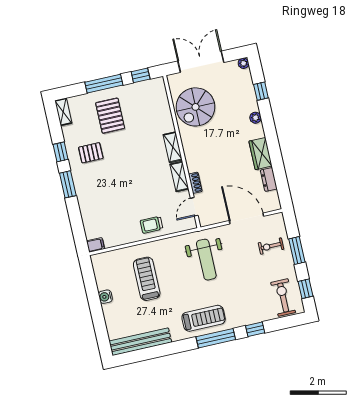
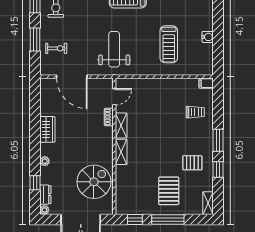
dresser: (269, 179) -> (45, 195), moved
trolley: (152, 225) -> (195, 112), moved

